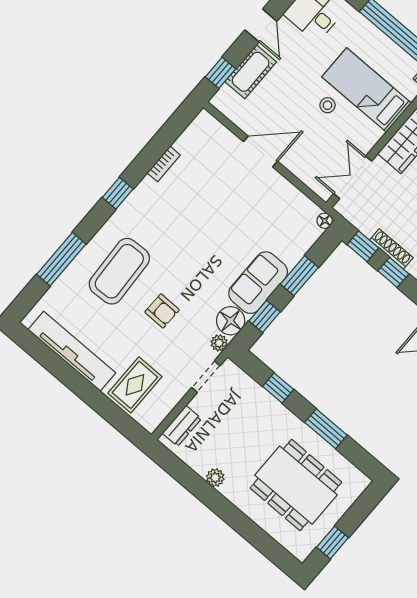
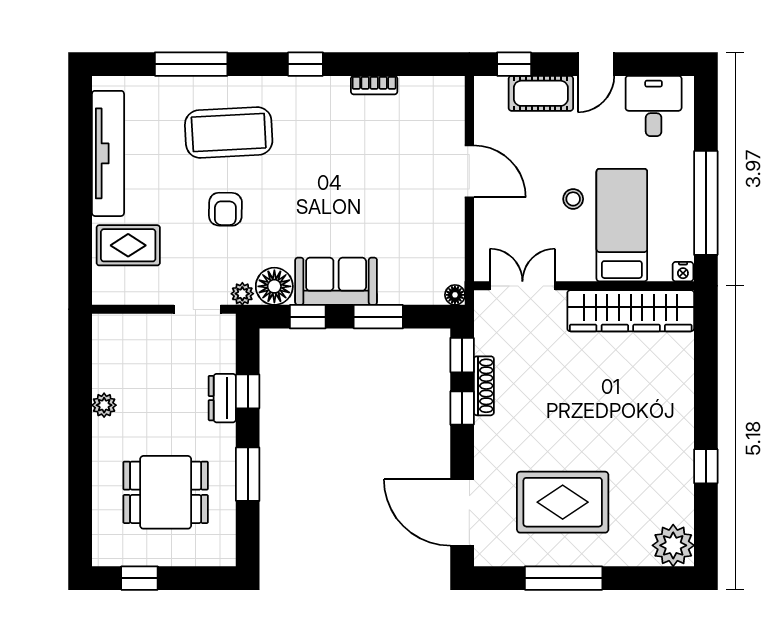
dresser: (182, 426) -> (222, 398), moved, turned 90
dining table: (296, 485) -> (166, 492), width x0.73

